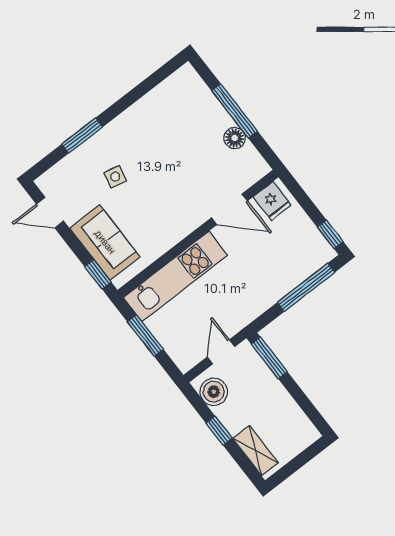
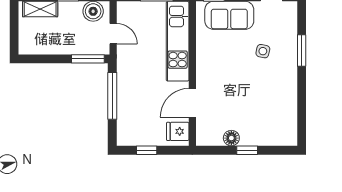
window: (234, 111) -> (247, 150), width x0.46
window: (330, 234) -> (147, 150), moved
window: (306, 287) -> (112, 96), moved

